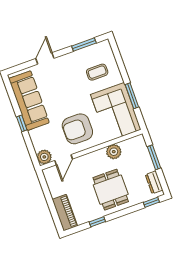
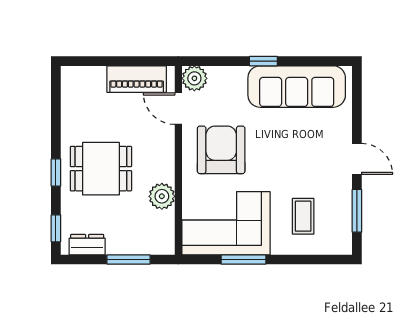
door: (45, 58) -> (357, 159), moved
piano: (65, 213) -> (137, 79), moved
window: (97, 222) -> (56, 172), moved

